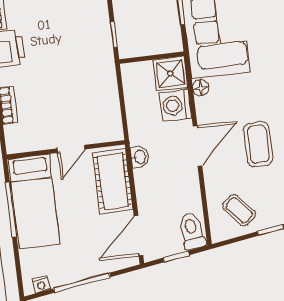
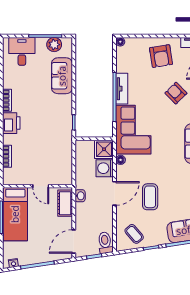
door: (71, 149) -> (41, 186), hinge flipped
cot: (113, 181) -> (65, 203), width x0.73, depth x0.75

